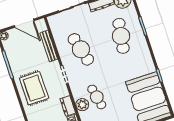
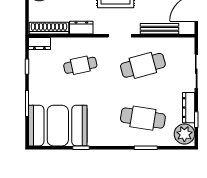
plant: (82, 105) -> (77, 45), removed

